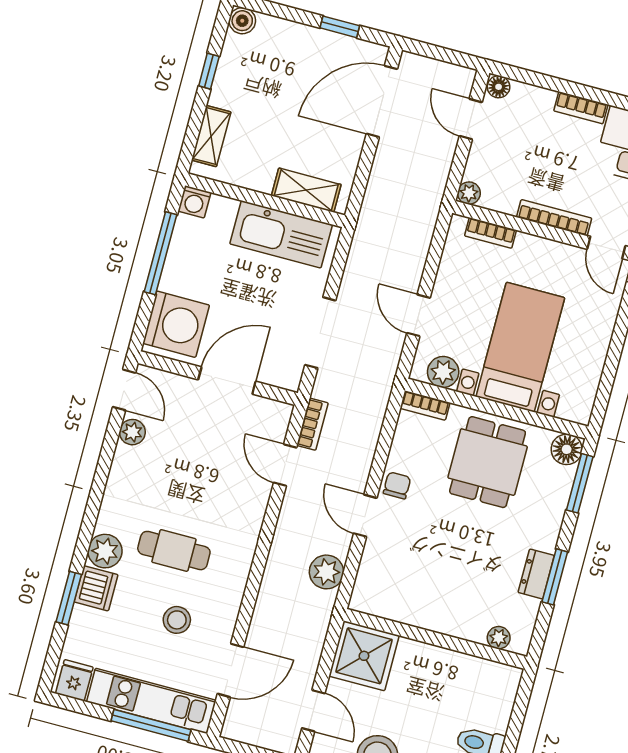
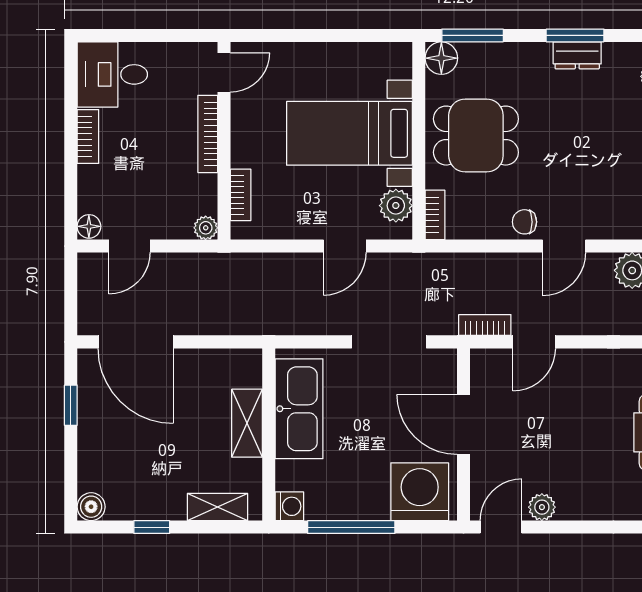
shelving: (306, 190) -> (247, 423), moved

